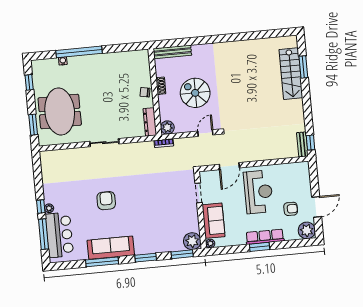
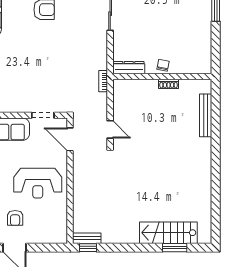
bench: (172, 52) -> (206, 115), moved
spiral stairs: (195, 93) -> (157, 122), removed
plant: (167, 128) -> (120, 87), removed
door: (229, 166) -> (70, 139), moved

